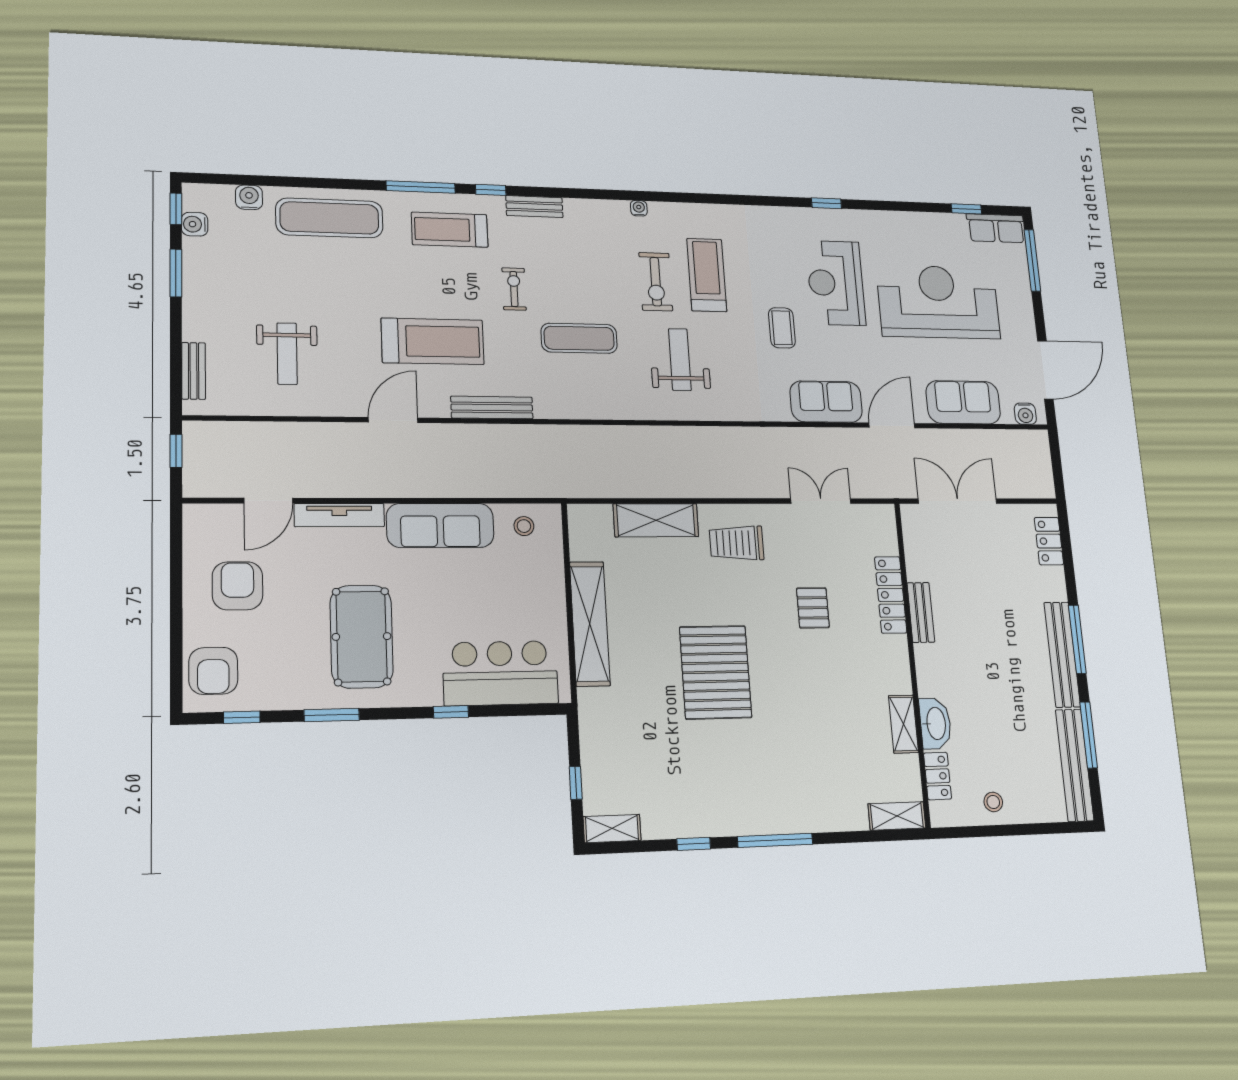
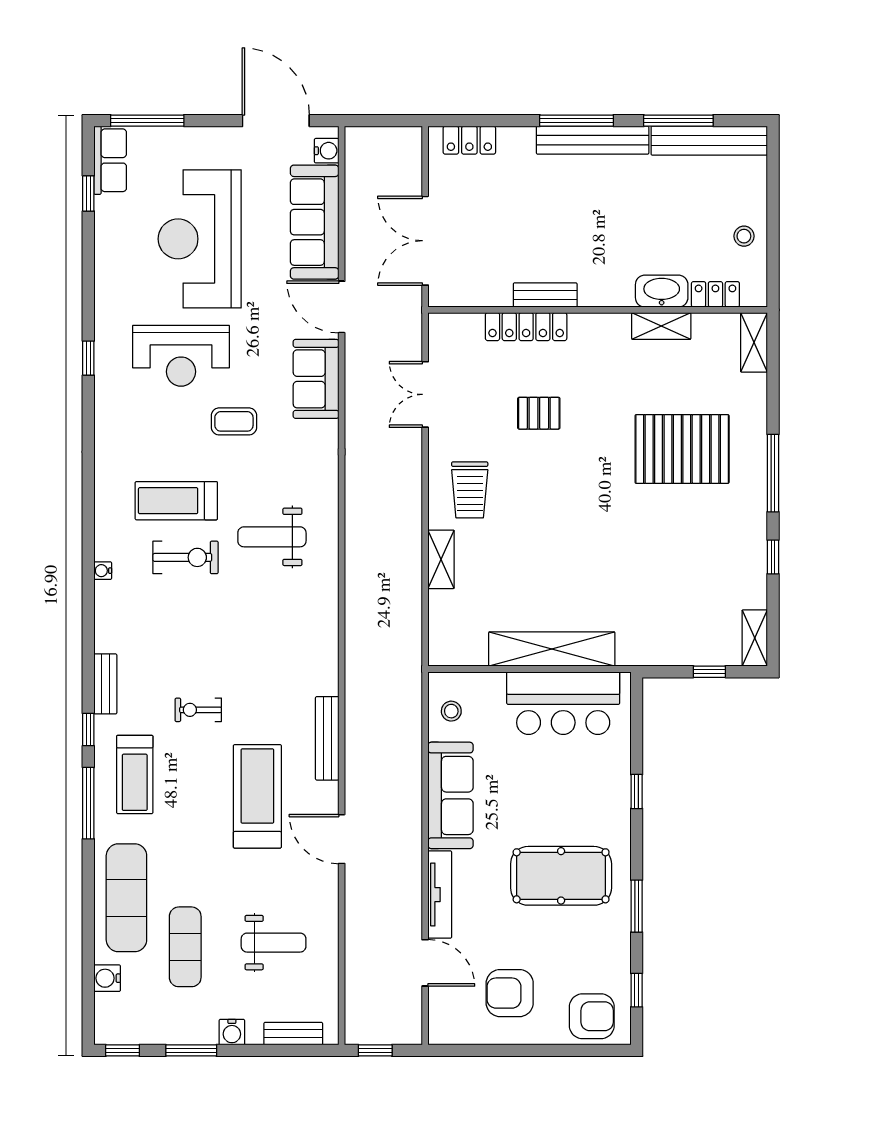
water cooler: (195, 224) -> (232, 1032), moved
exercise mat: (579, 338) -> (185, 947), moved
sofa: (963, 402) -> (315, 222), width x1.36
shelving: (656, 520) -> (441, 559), width x0.67, depth x0.75
pallet: (716, 672) -> (682, 449), moved
bar counter: (500, 673) -> (563, 703), moved, turned -90

